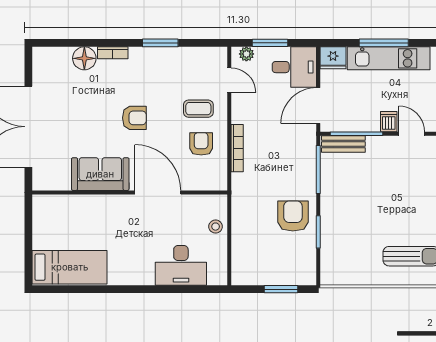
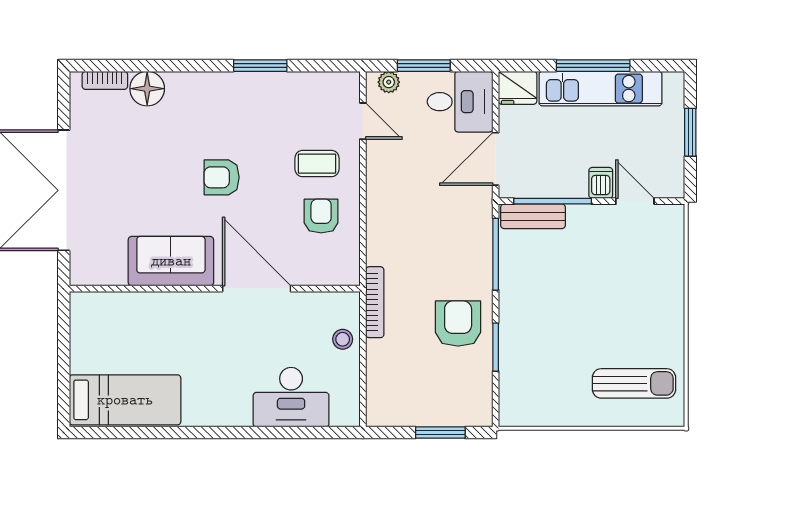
bookcase: (113, 53) -> (105, 80), moved
armchair: (134, 118) -> (222, 177), turned 180
bookcase: (237, 148) -> (375, 302), moved

